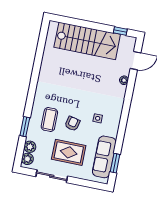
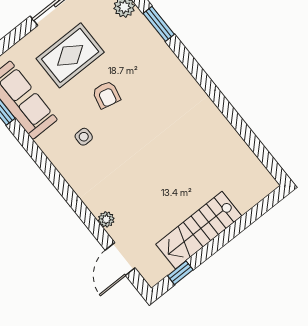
stairs: (87, 41) -> (199, 230), width x0.73, depth x0.66
coffee table: (49, 120) -> (140, 67), removed

